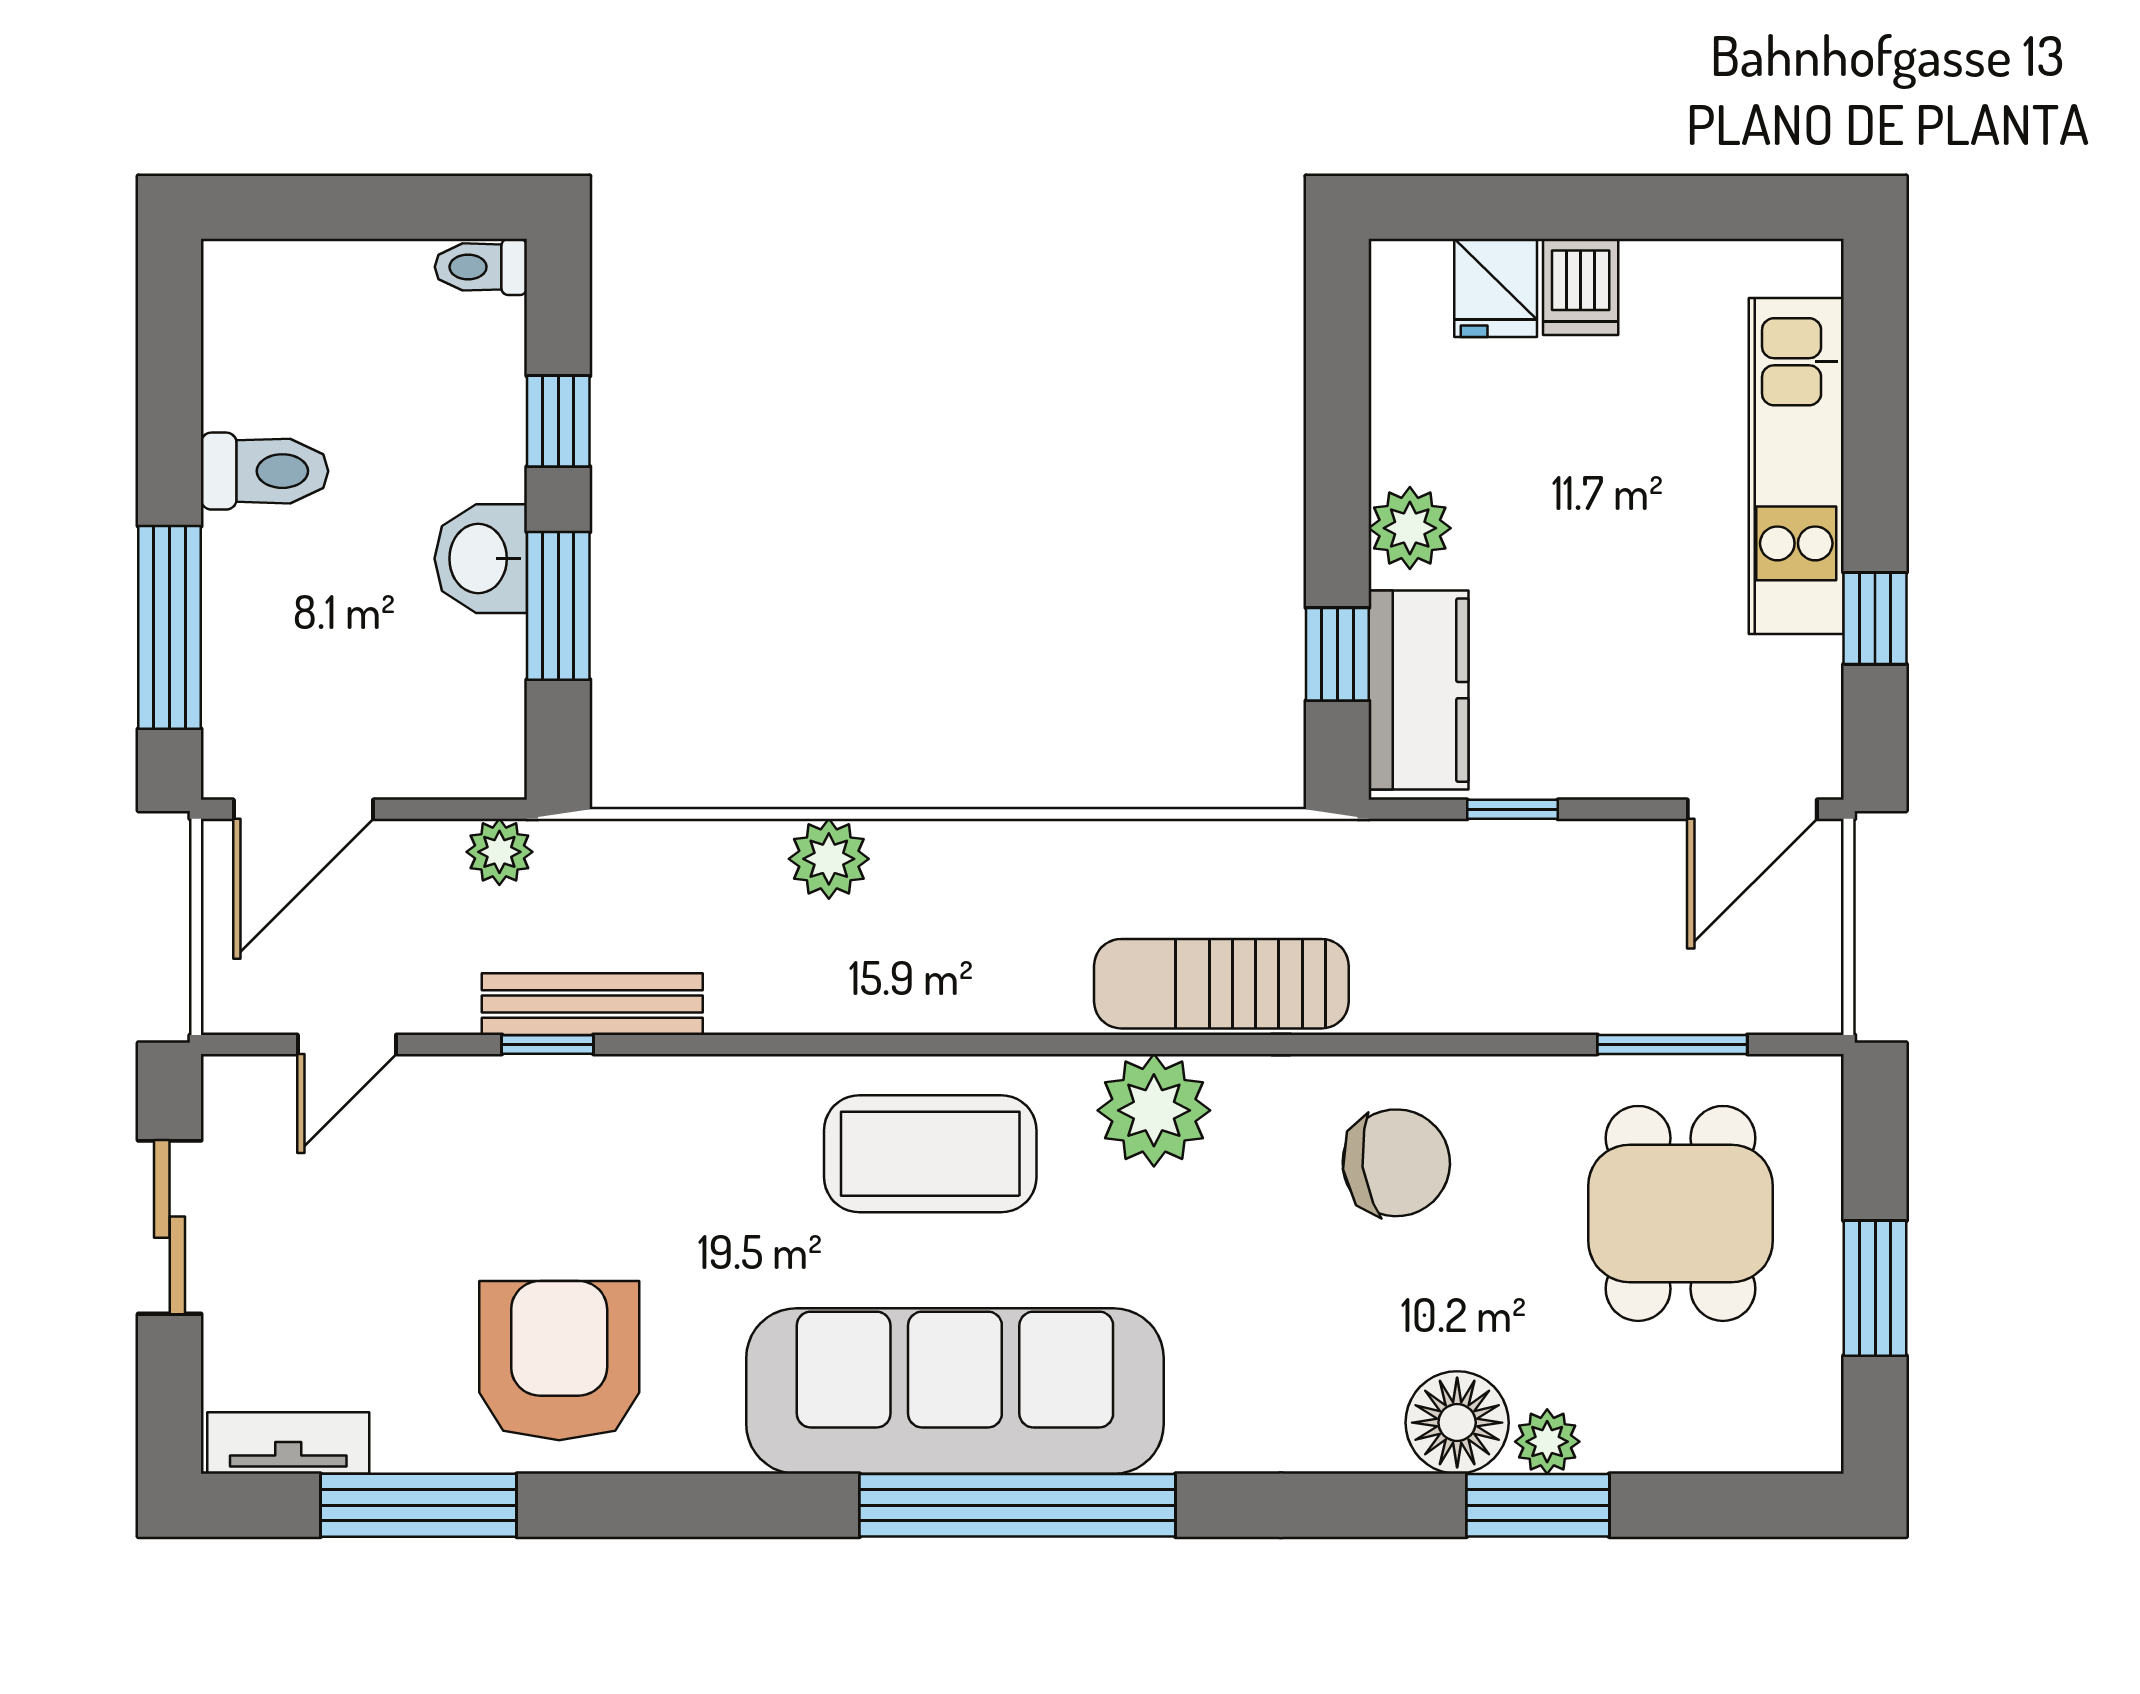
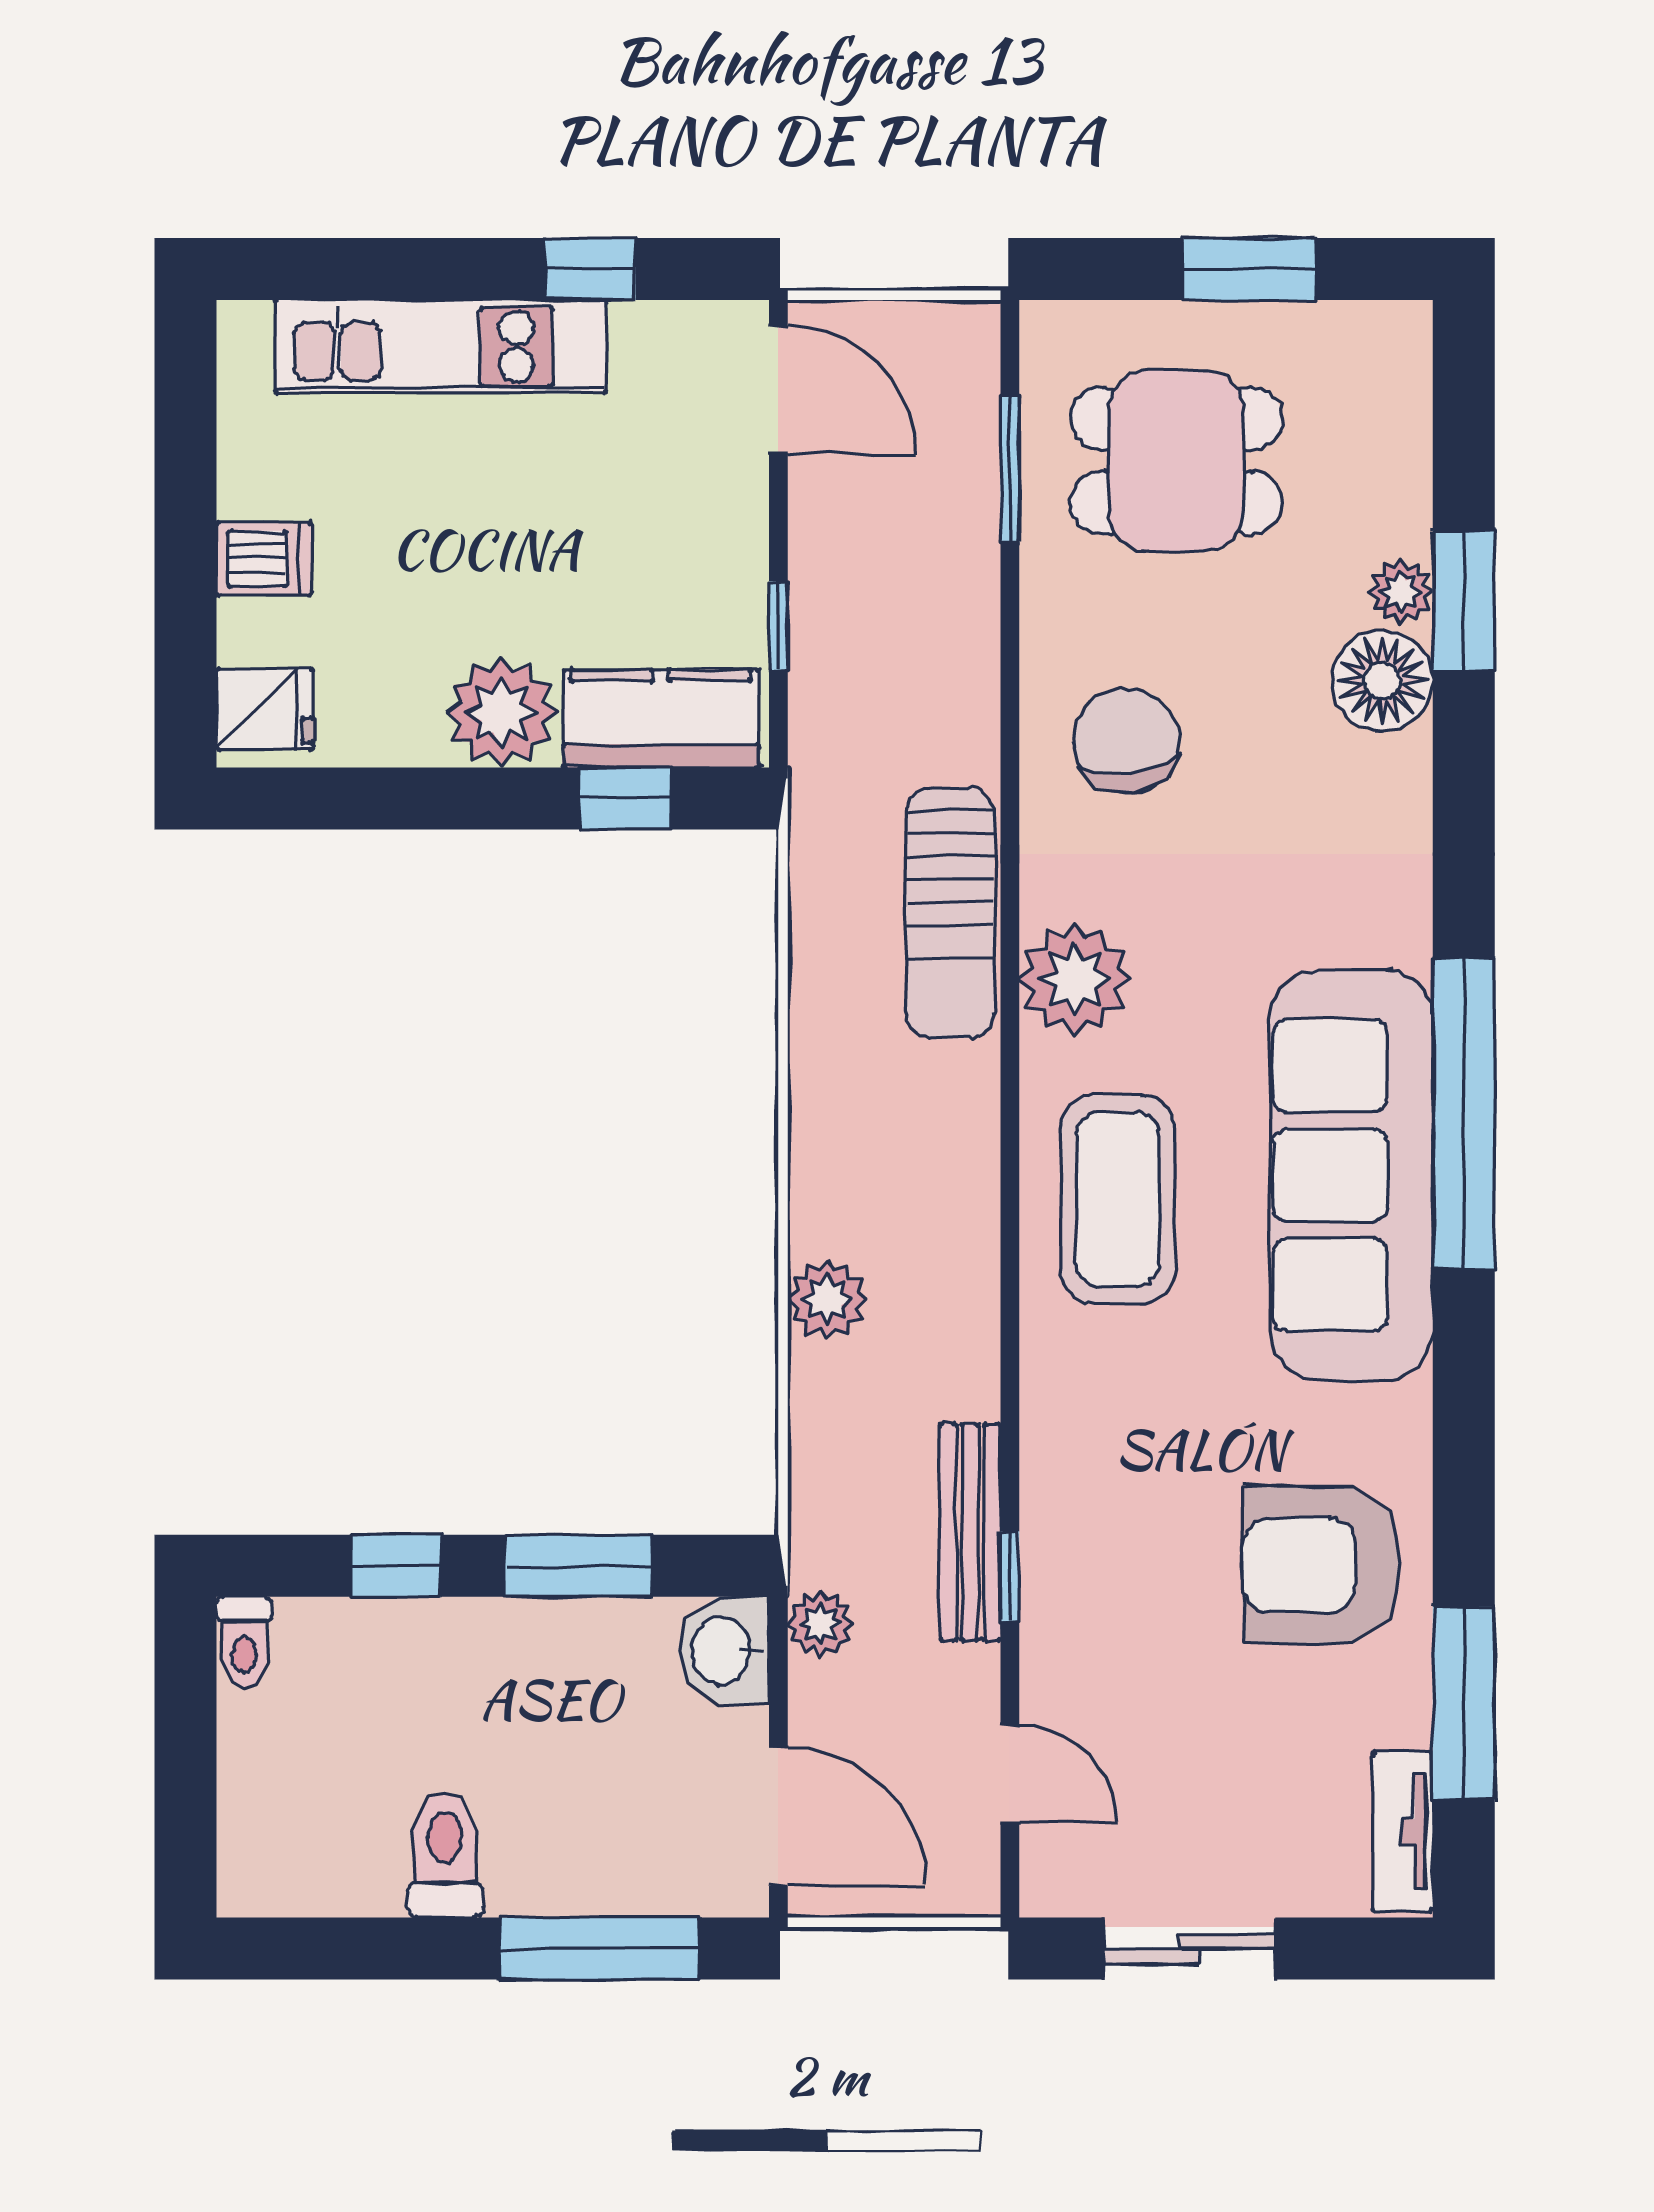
fridge: (1496, 288) -> (265, 709), moved
plant: (1410, 528) -> (501, 712), width x1.36, depth x1.36
washbasin: (481, 559) -> (724, 1650), moved, turned 90

